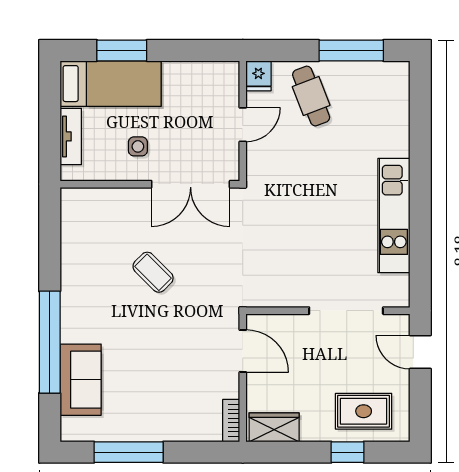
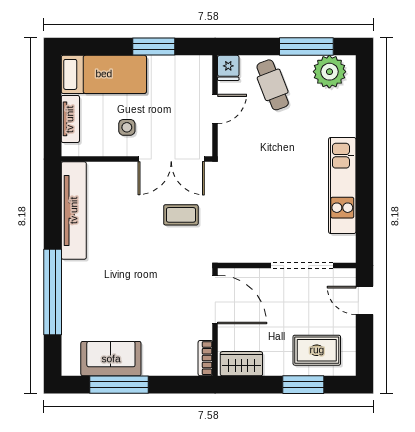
window: (122, 50) -> (154, 47), moved
plant: (379, 80) -> (329, 72), added
tv unit: (75, 245) -> (74, 210), added
coffee table: (153, 272) -> (181, 215), moved, turned -45
door: (243, 351) -> (215, 300), width x1.36
sofa: (81, 380) -> (111, 359), moved, turned -90
window: (348, 452) -> (303, 385), width x1.50

